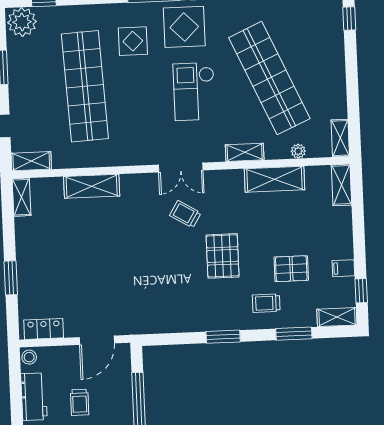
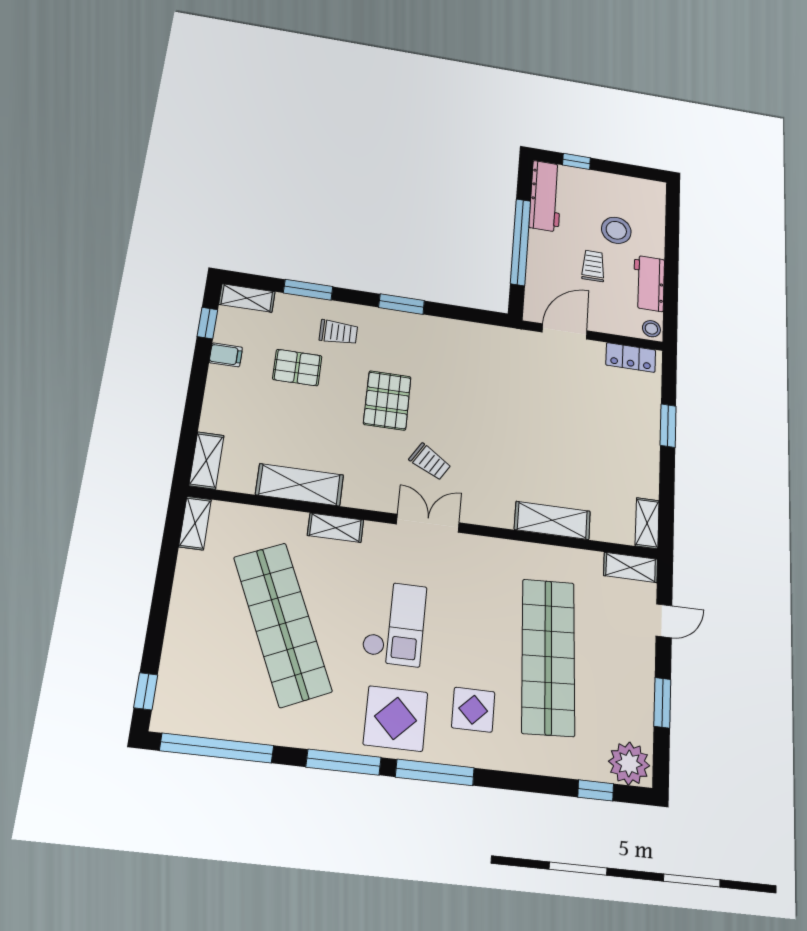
plant: (298, 151) -> (259, 516), removed

